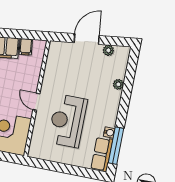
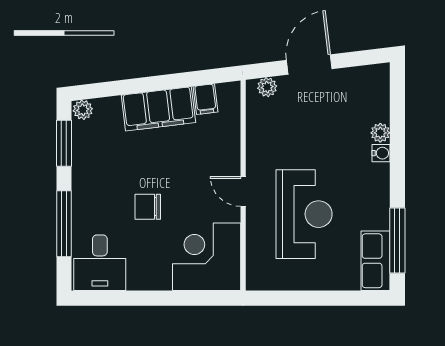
plant: (108, 50) -> (267, 87), moved
reception desk: (68, 121) -> (304, 214), turned 180
water cooler: (109, 133) -> (381, 153), moved

